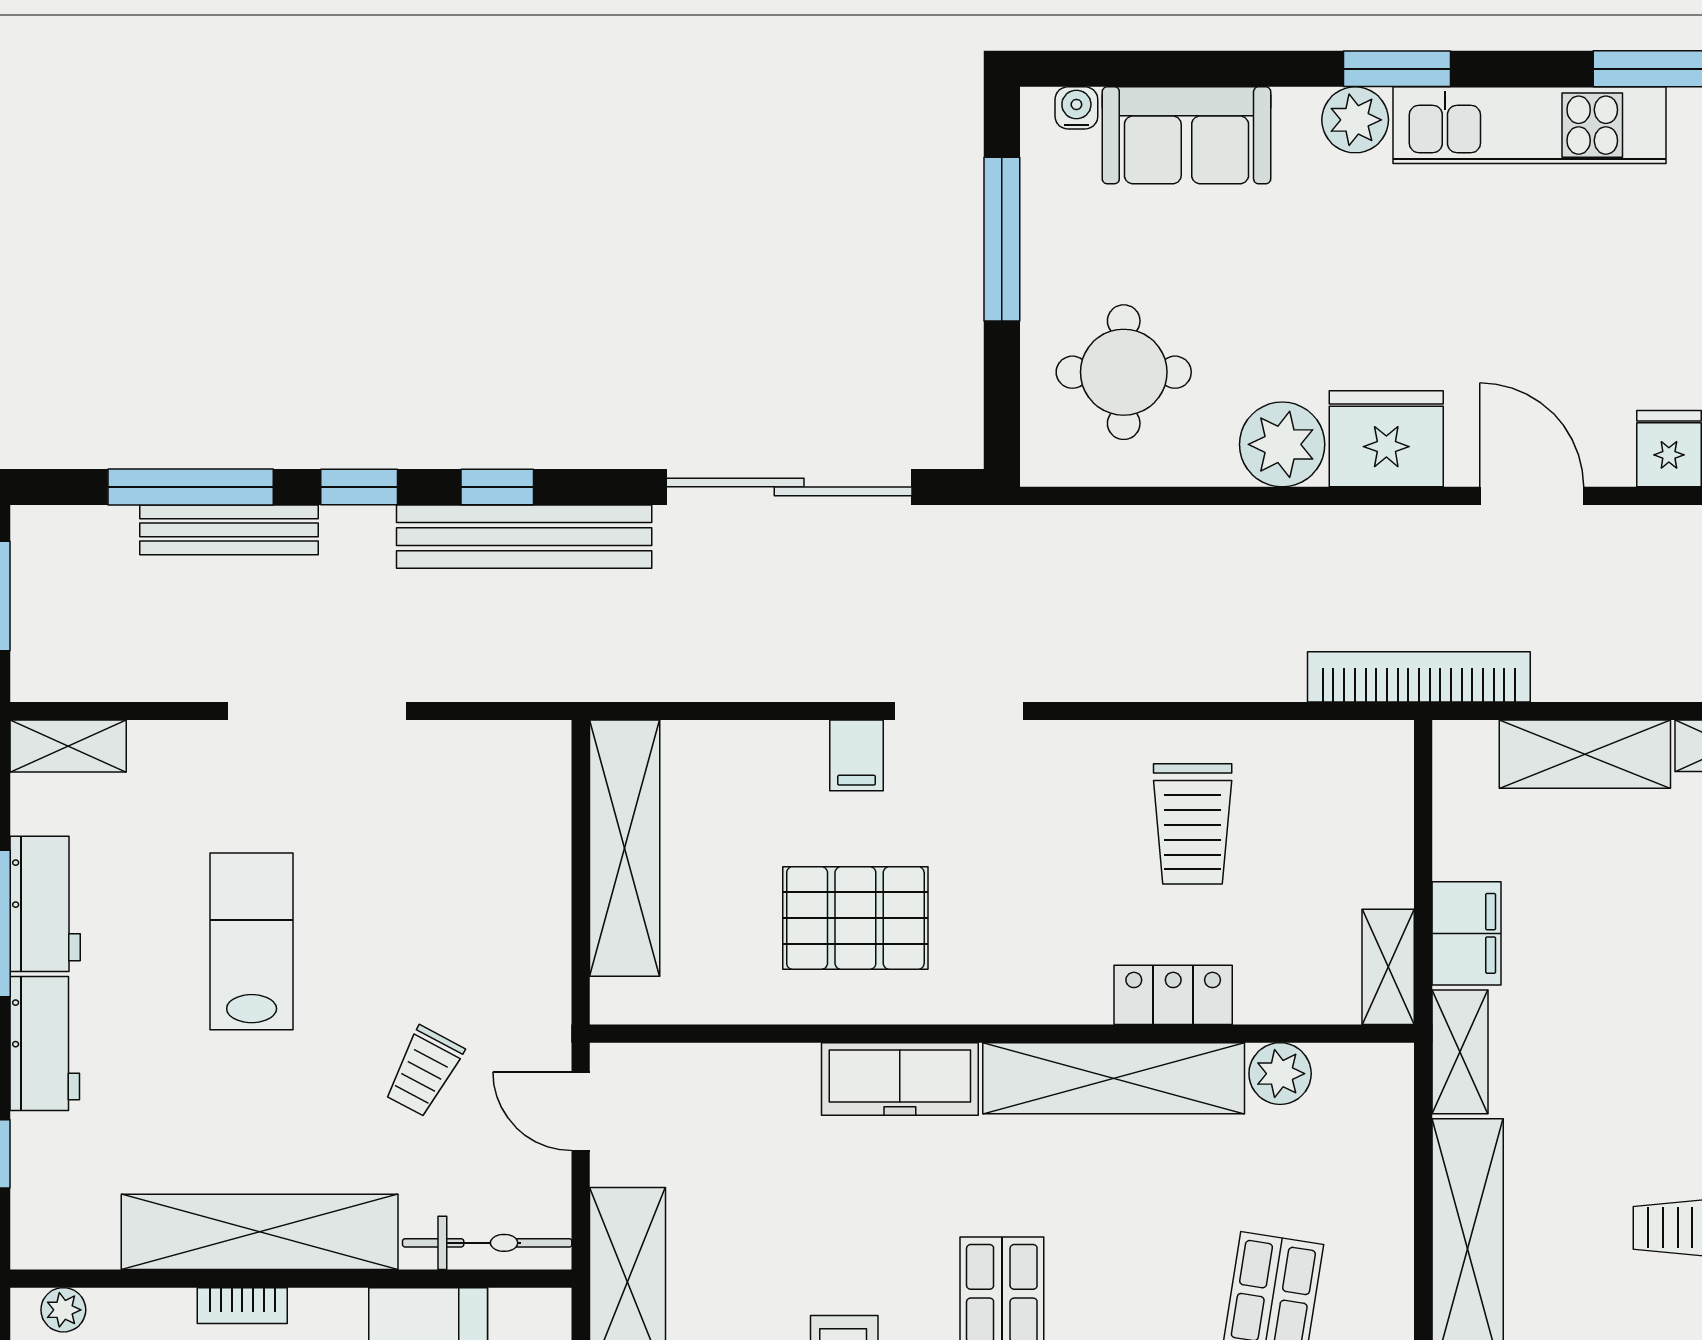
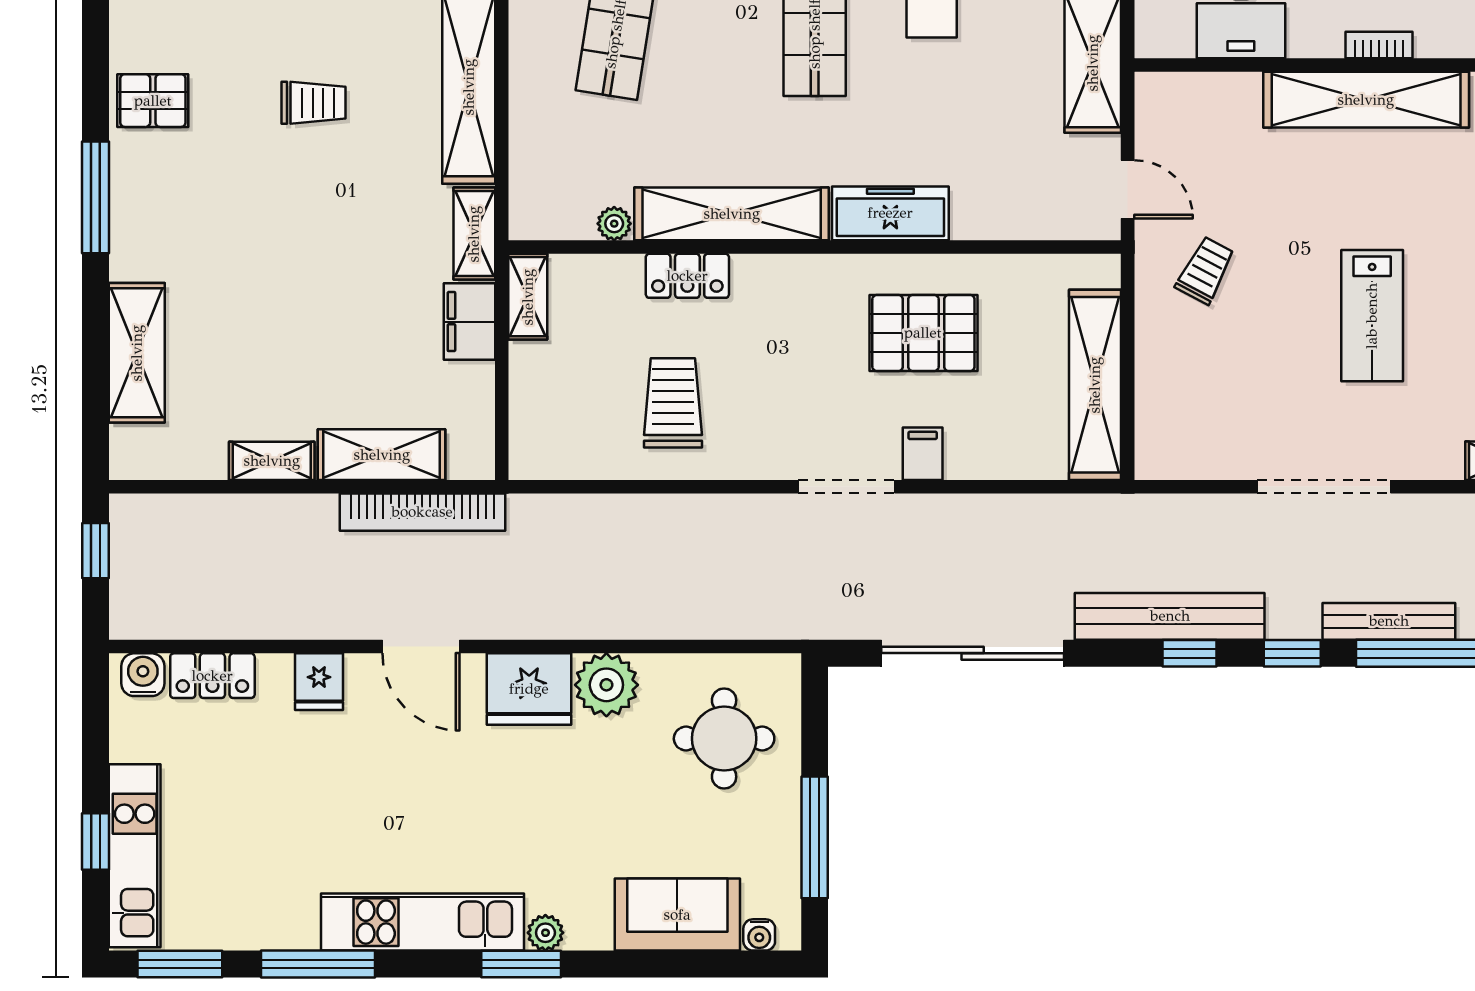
plant: (1355, 120) -> (545, 933), width x0.73, depth x0.73
bookcase: (1419, 677) -> (422, 512), moved
trolley: (424, 1071) -> (1205, 270), moved
plant: (1280, 1074) -> (614, 224), width x0.73, depth x0.73
bicycle: (487, 1243) -> (1197, 92), removed

